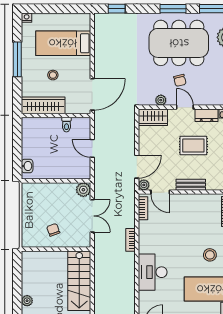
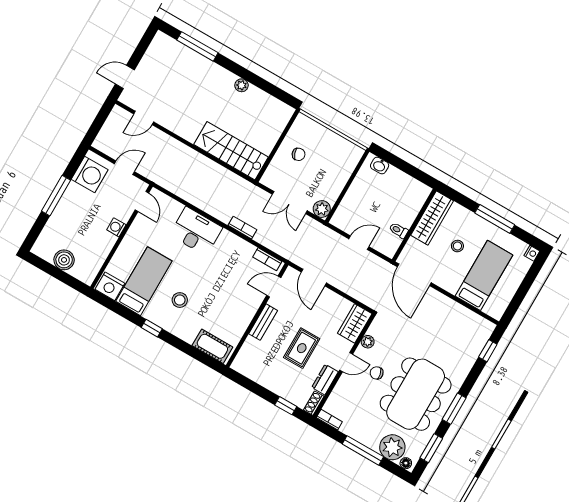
plant: (144, 185) -> (291, 274), removed

